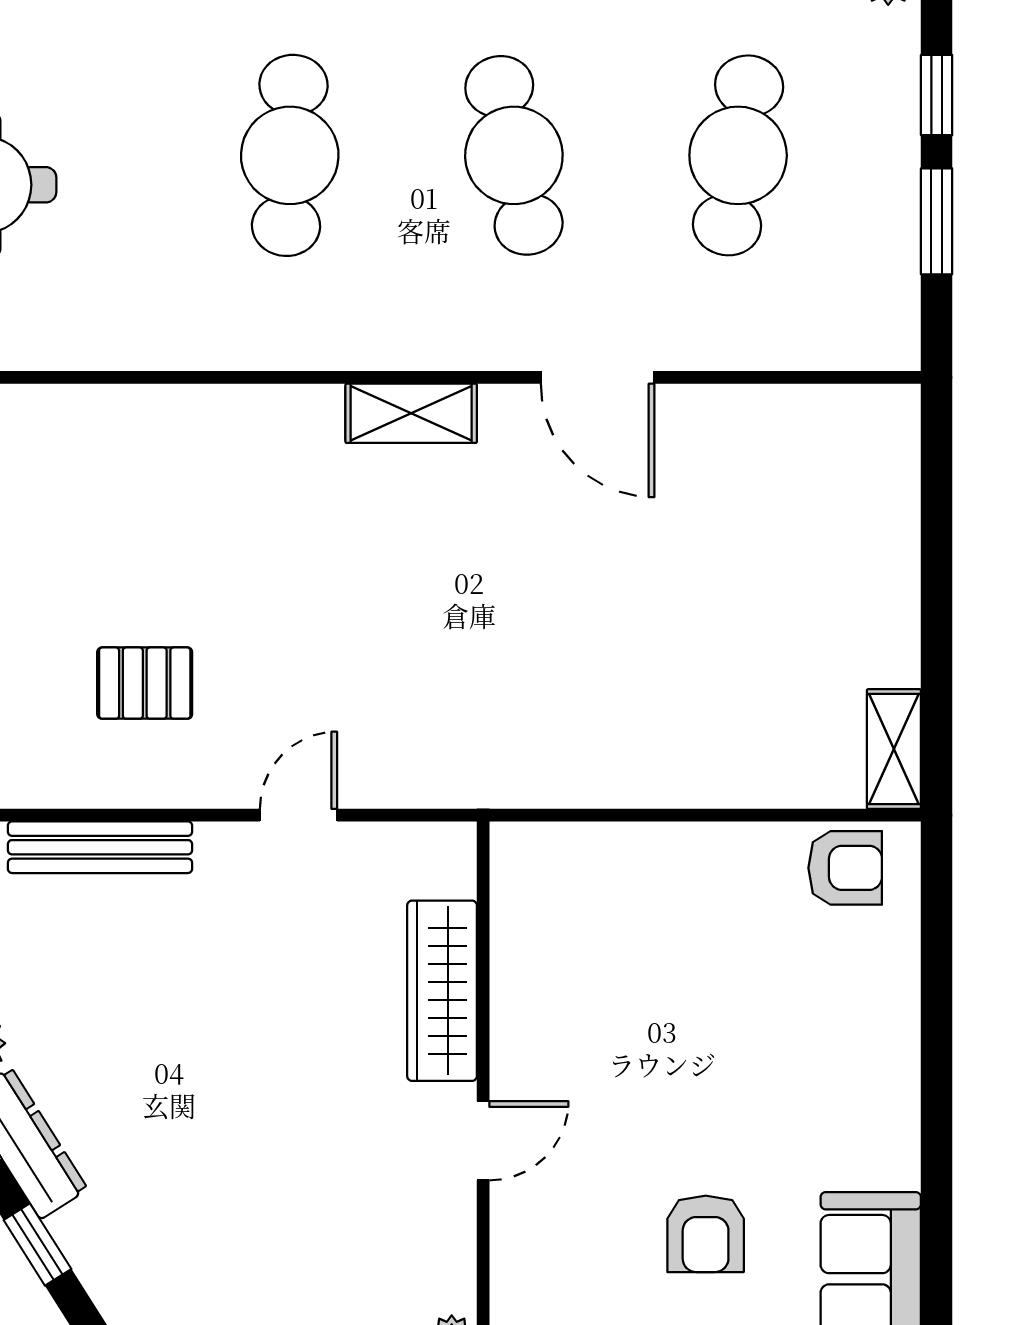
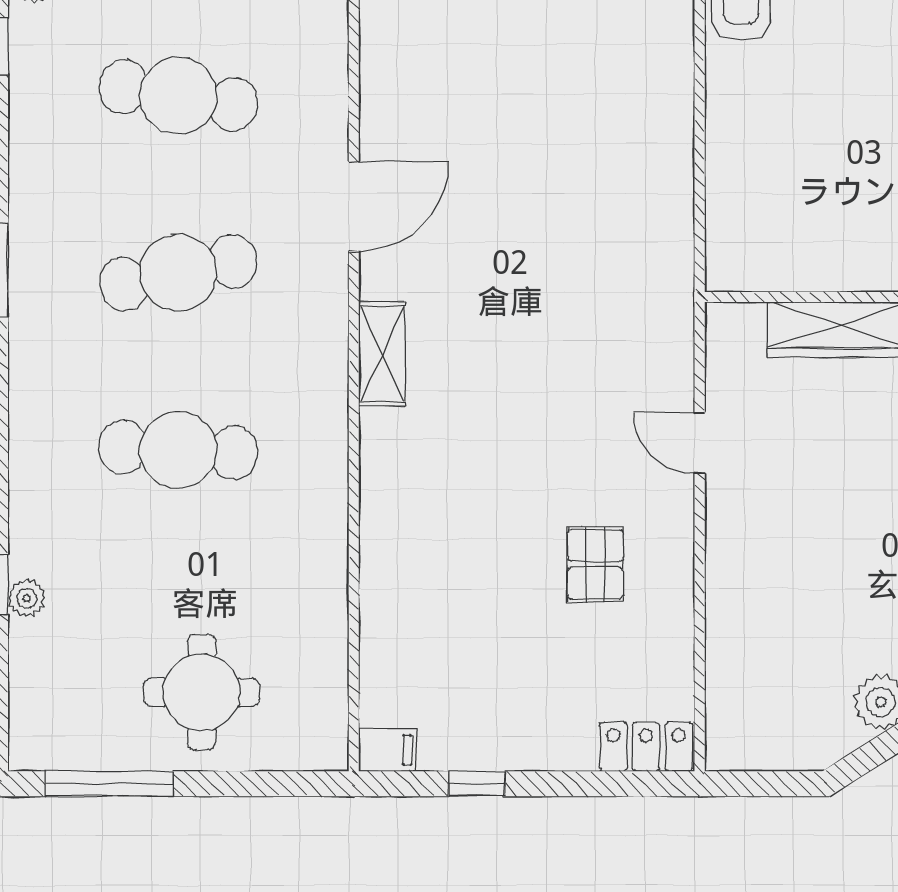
bench: (100, 847) -> (725, 600), removed

